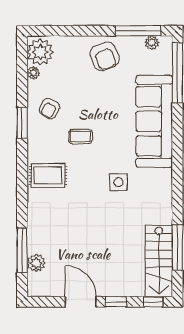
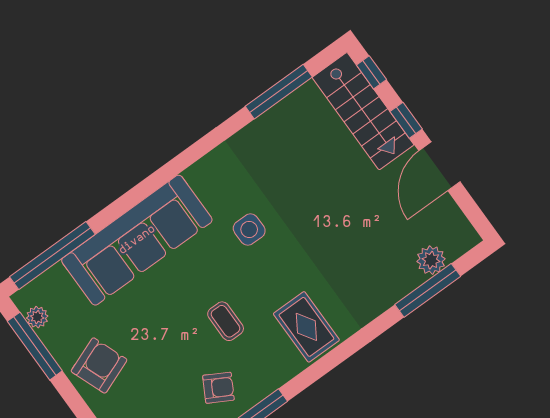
stairs: (159, 261) -> (363, 111), moved, turned 90

